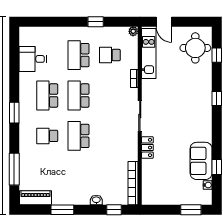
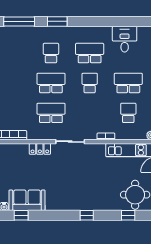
school desk: (79, 95) -> (90, 83), width x0.54
window: (14, 113) -> (57, 21), moved
school desk: (110, 136) -> (51, 113), added

